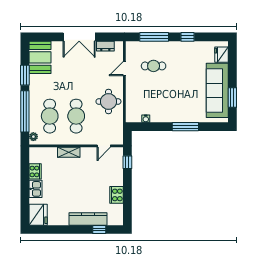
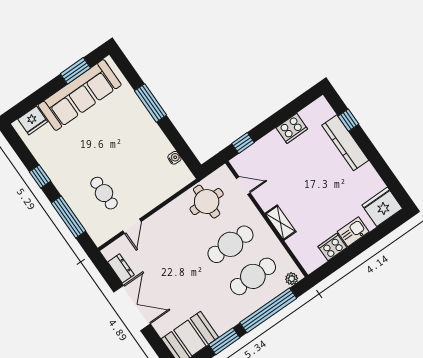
door: (124, 69) -> (132, 226), hinge flipped
round table: (108, 101) -> (207, 202), moved

